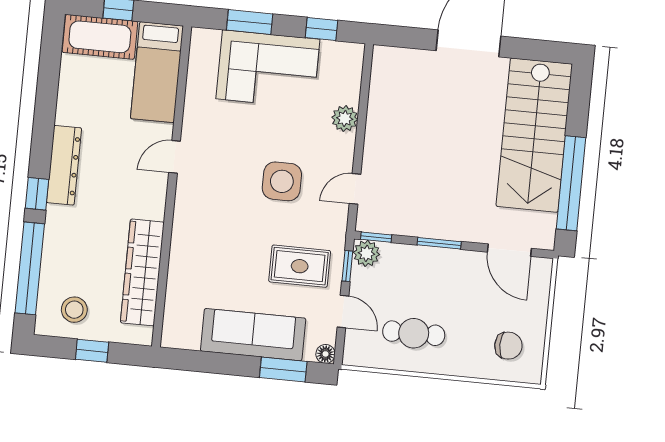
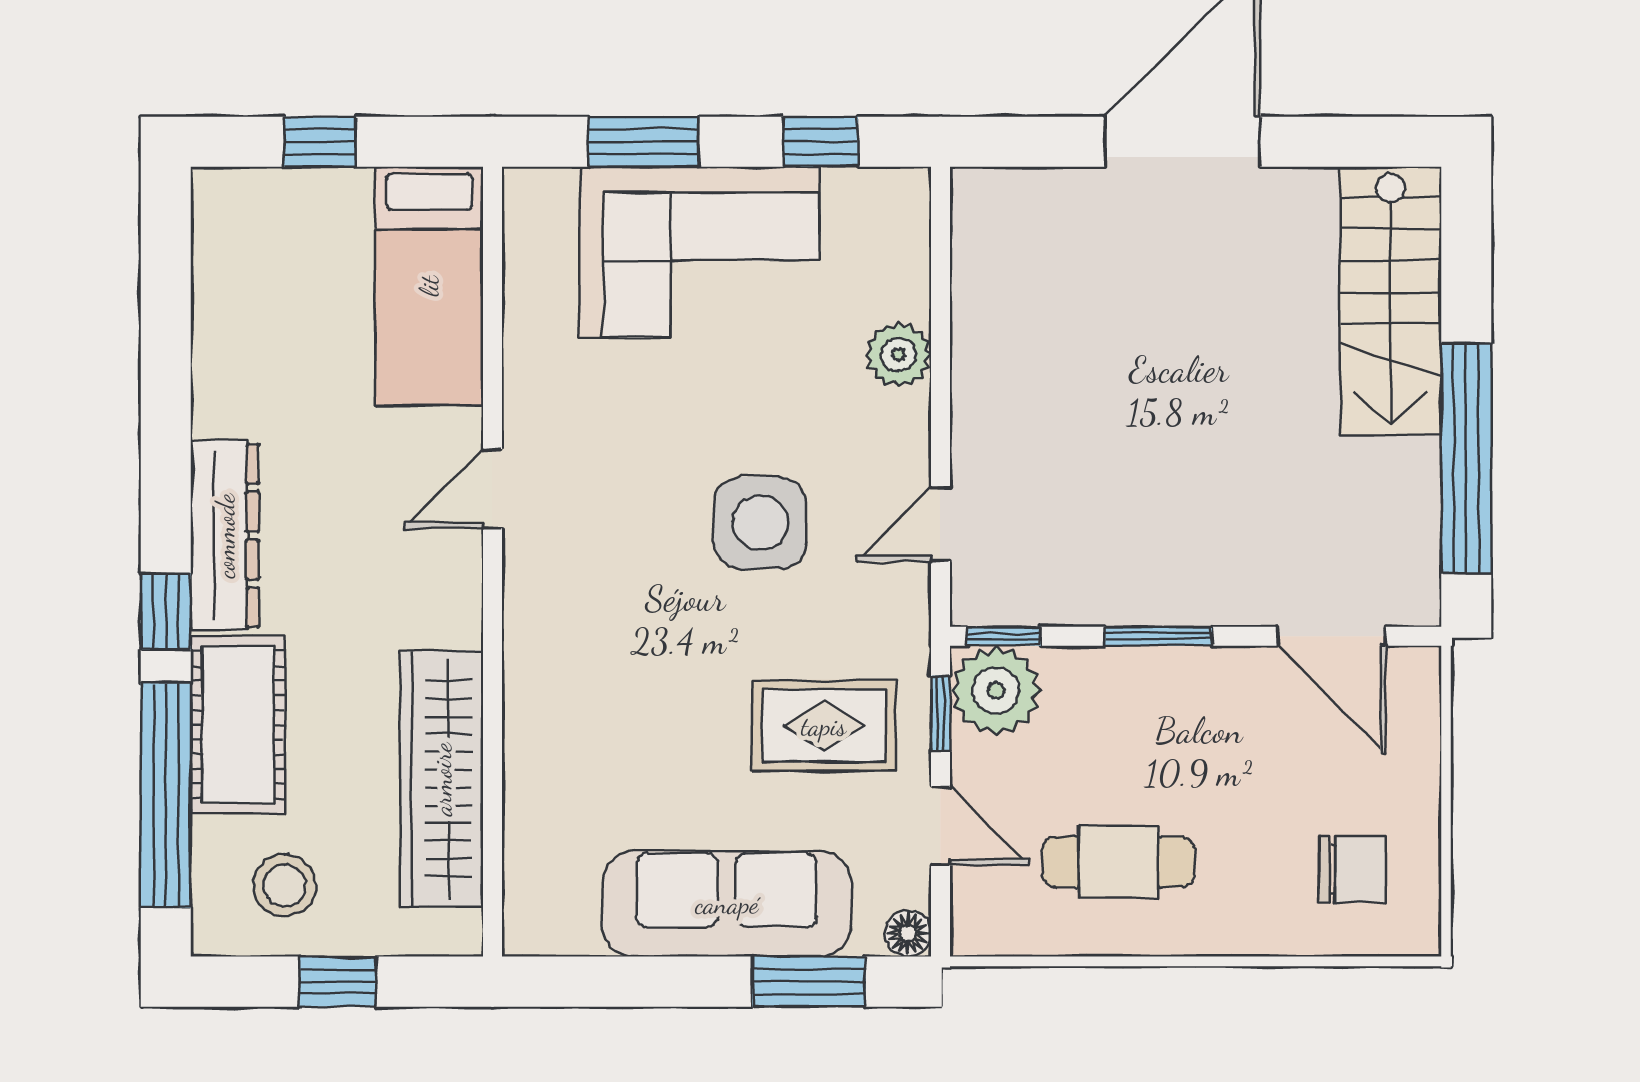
cot: (100, 37) -> (238, 725), moved, turned 90
stairs: (534, 135) -> (1391, 301), width x0.73, depth x0.66
plant: (366, 253) -> (996, 690), width x1.36, depth x1.36

